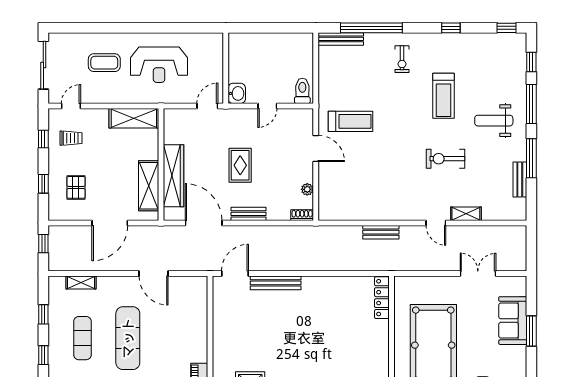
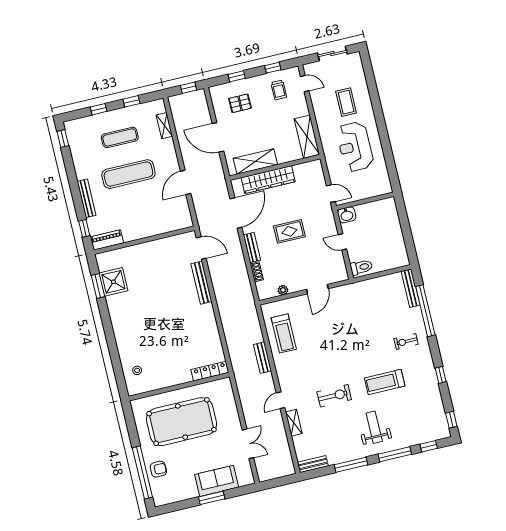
sliding door: (43, 65) -> (332, 53), width x0.73
treadmill: (351, 121) -> (284, 333), moved
exercise bike: (446, 159) -> (334, 396), turned 90
bench: (520, 180) -> (313, 464), moved
shoe rack: (302, 215) -> (257, 272), moved

